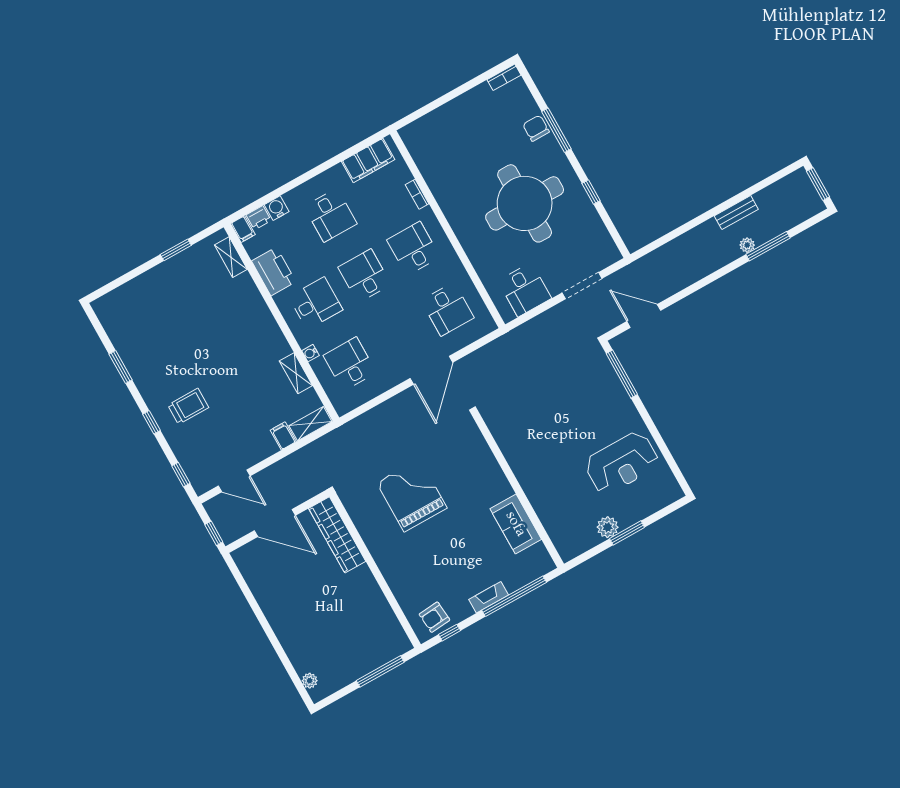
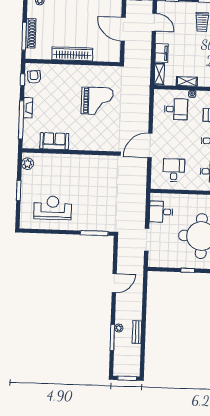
desk: (447, 309) -> (174, 170), turned 90
door: (644, 316) -> (114, 283), moved
door: (431, 370) -> (150, 145), hinge flipped
filing cabinet: (283, 436) -> (161, 53), width x2.00
reception desk: (622, 463) -> (53, 208), turned 90
door: (234, 481) -> (154, 22), swing flipped
door: (275, 523) -> (123, 29), hinge flipped
plant: (608, 527) -> (28, 164), moved
wardrobe: (337, 535) -> (72, 54), moved
shoe rack: (369, 664) -> (31, 33), added

